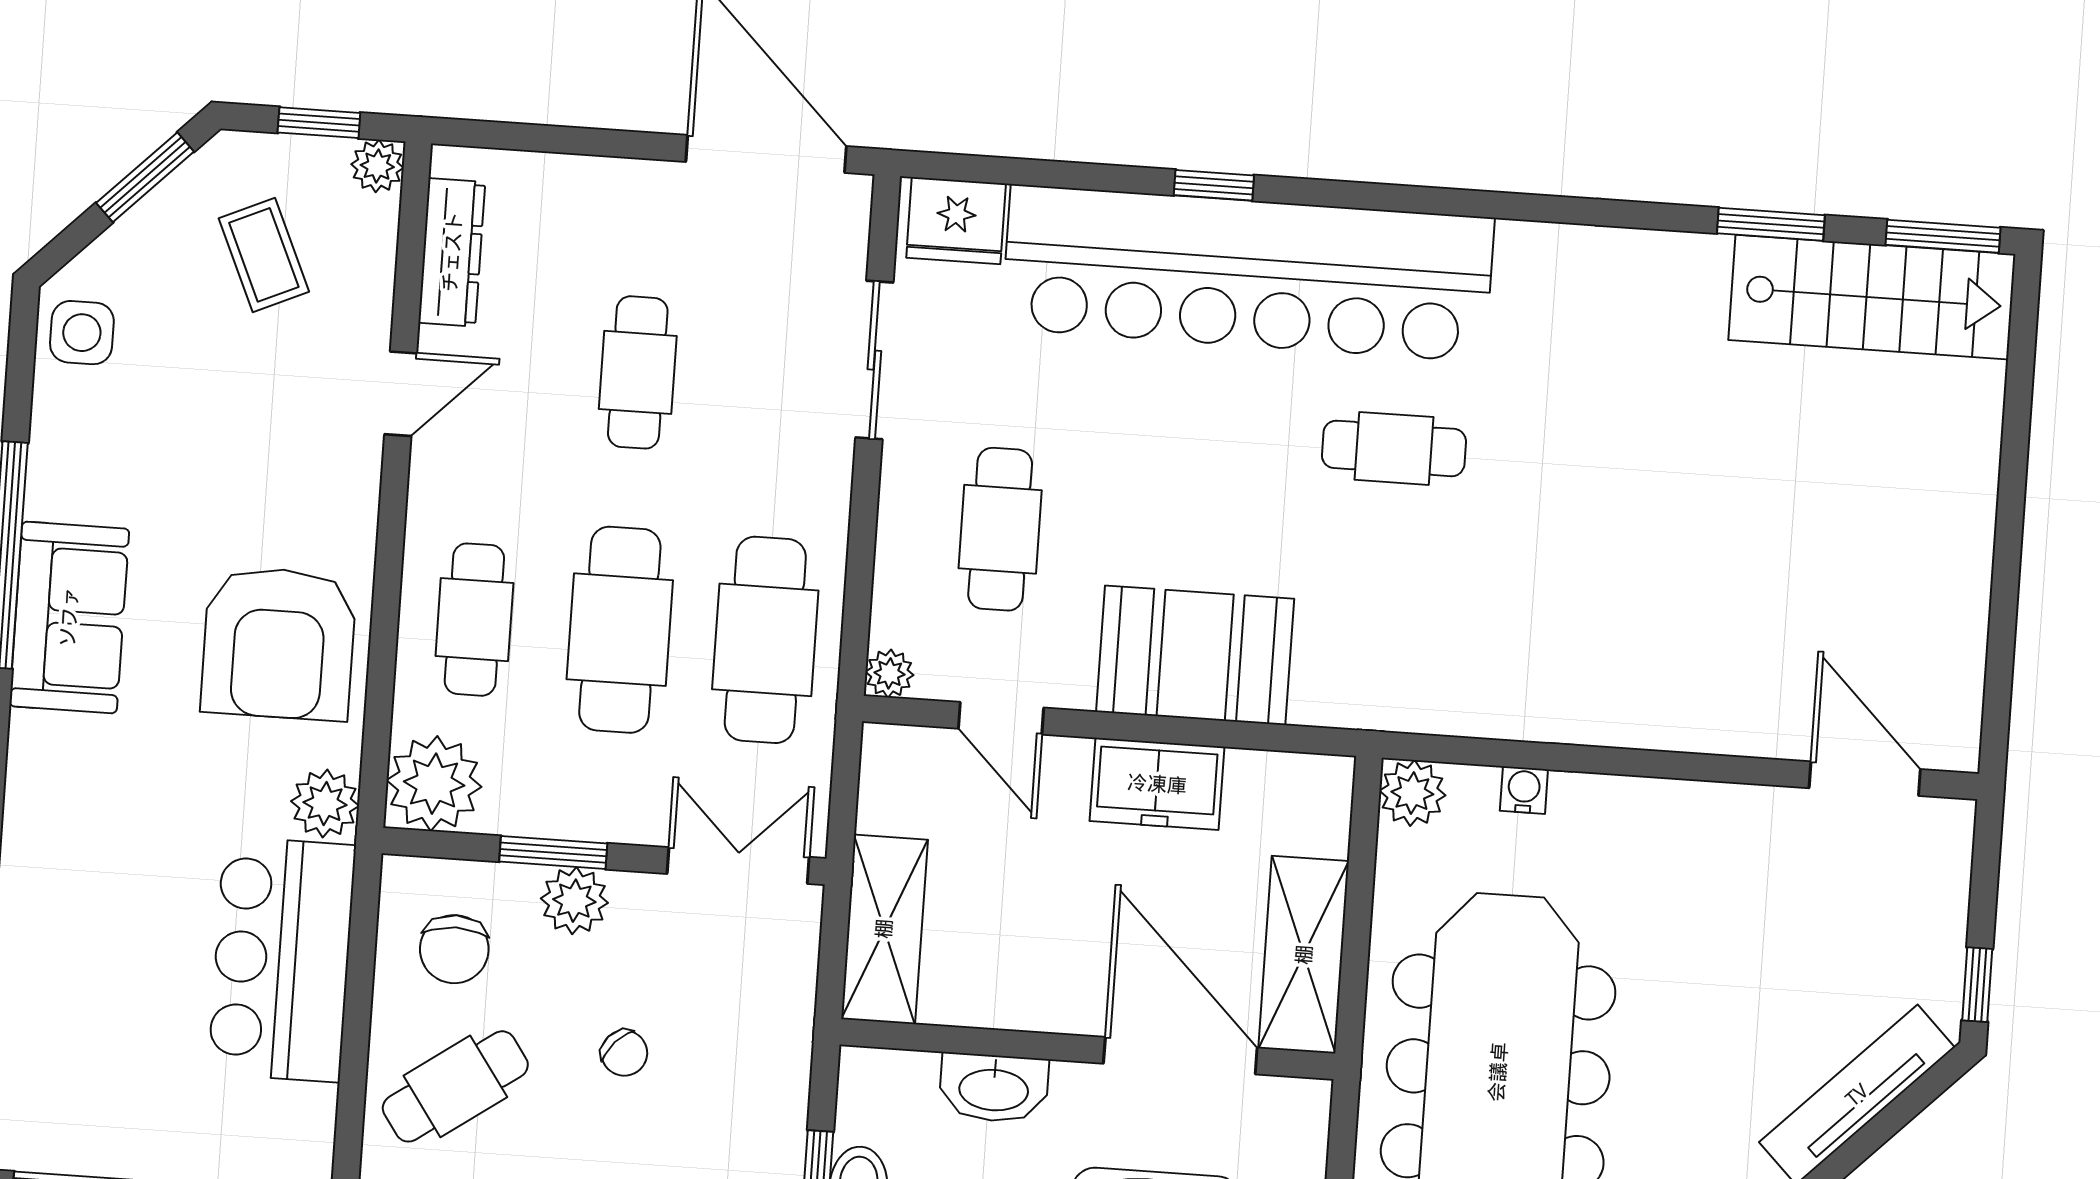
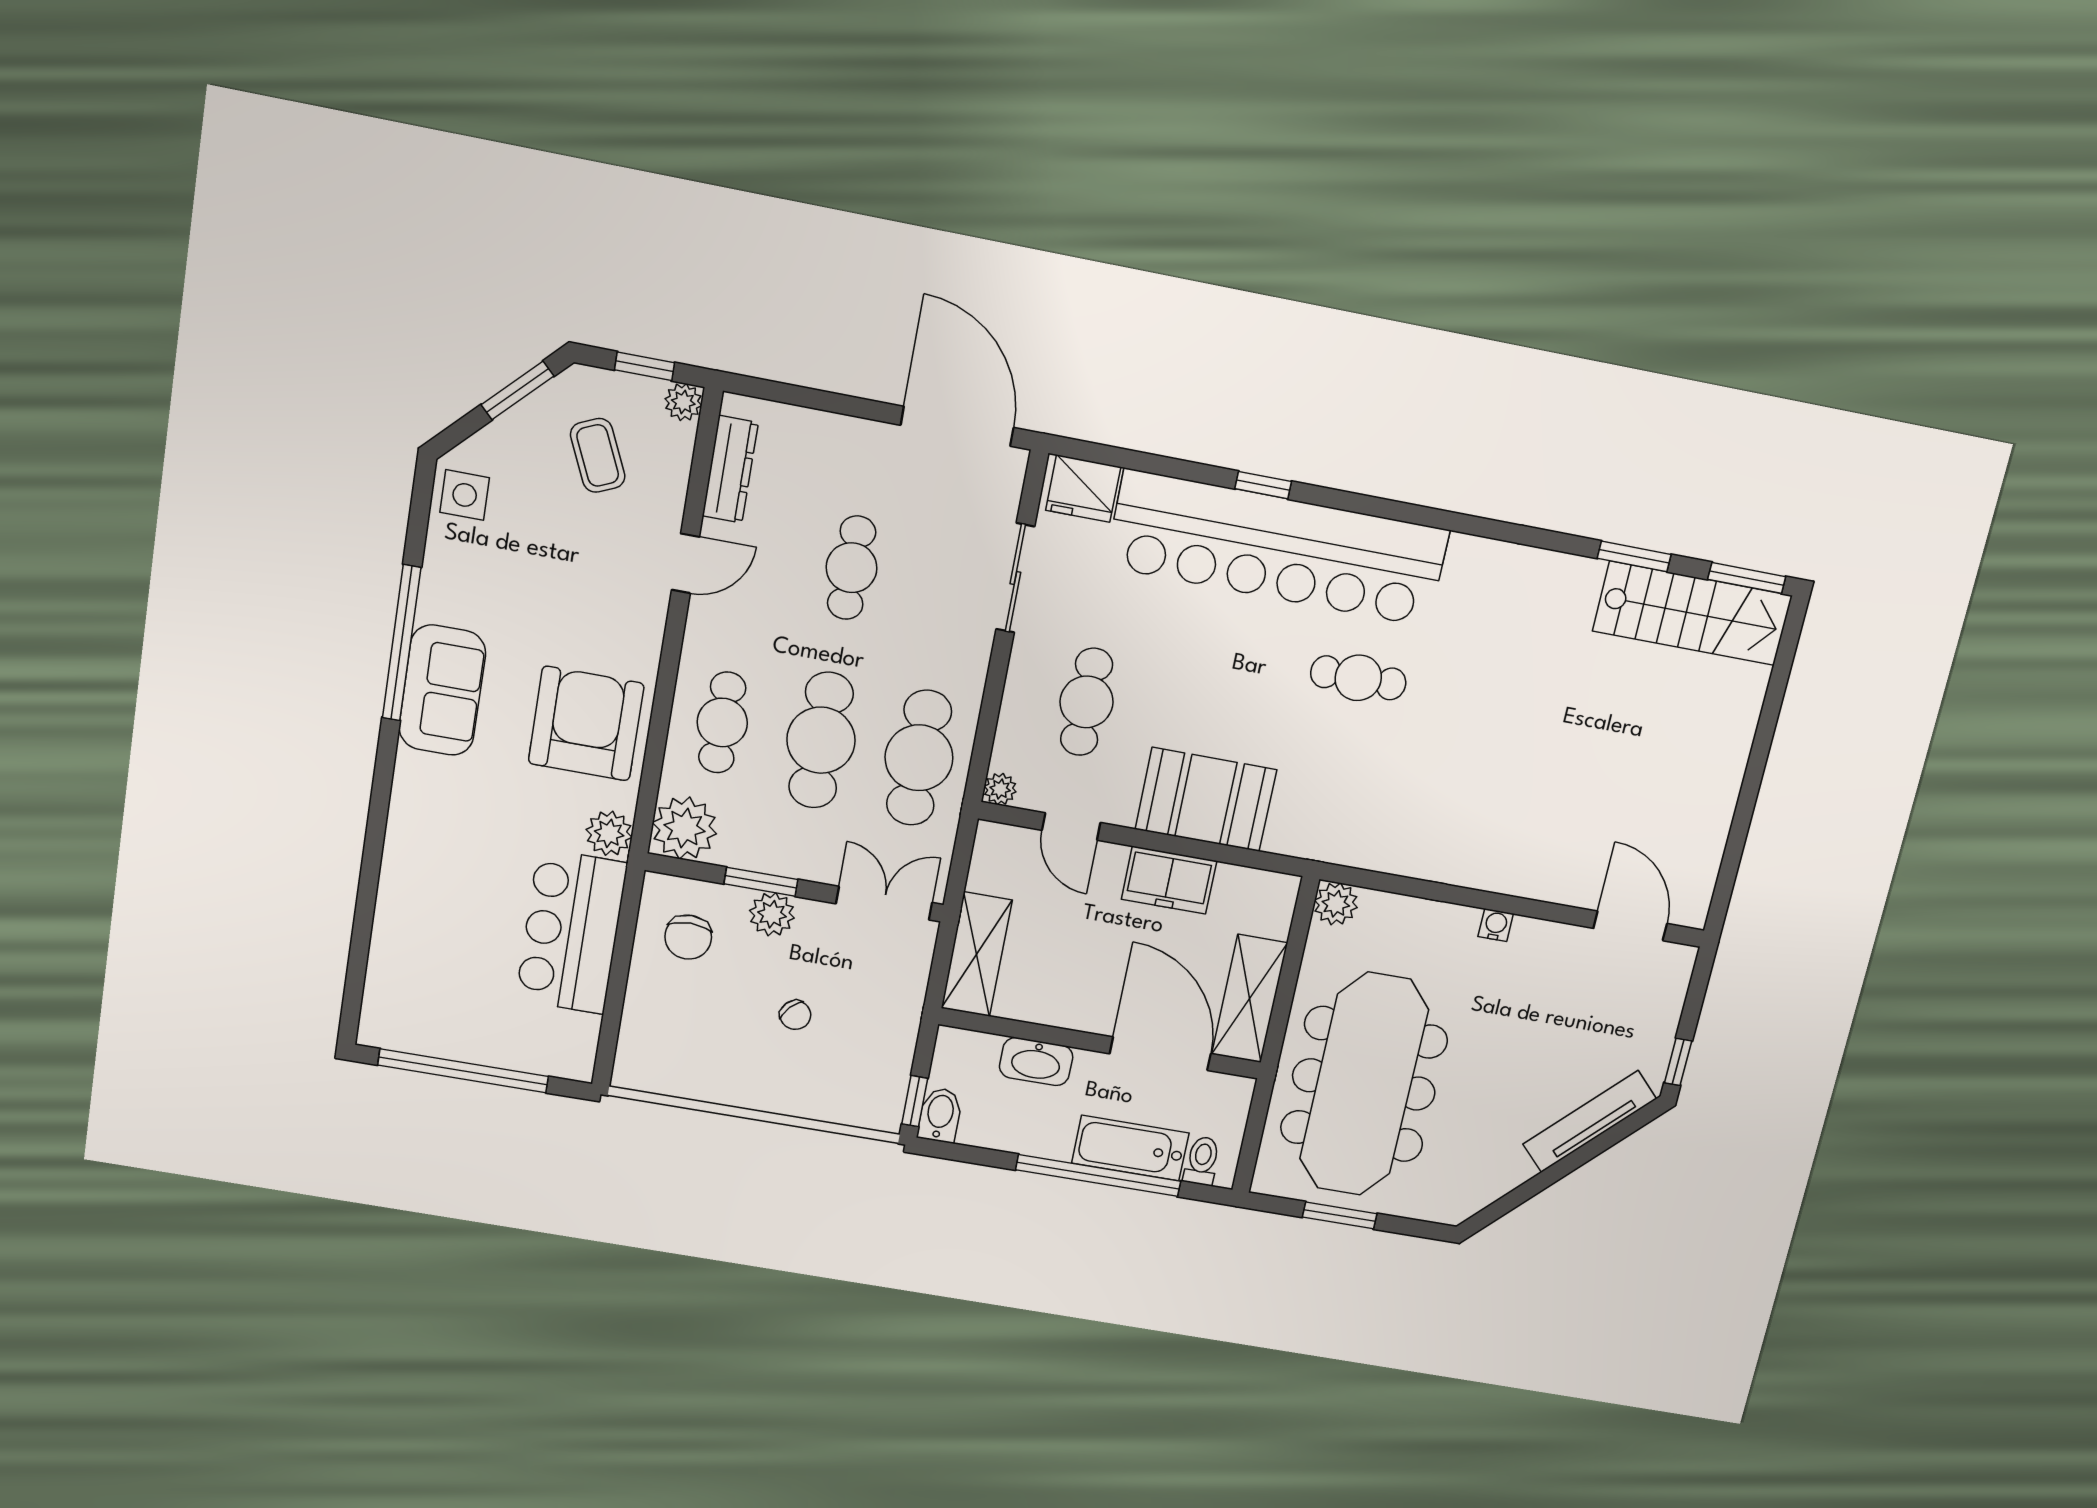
armchair: (279, 643) -> (586, 724), turned 180
water cooler: (1524, 790) -> (1496, 925), moved
cafe table: (455, 1086) -> (681, 1025), removed

